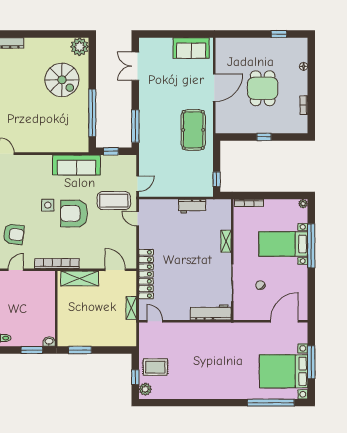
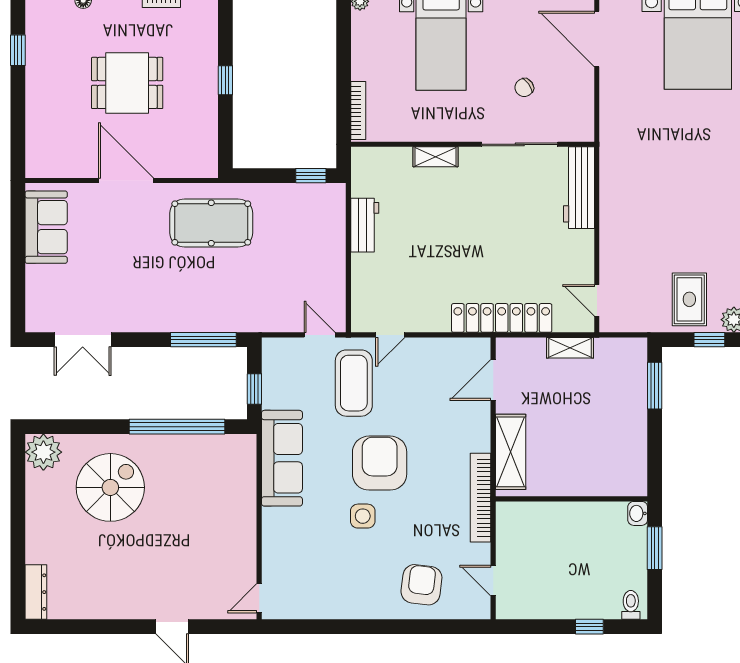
armchair: (74, 213) -> (380, 463), turned 180
door: (155, 321) -> (597, 300), hinge flipped
window: (80, 350) -> (655, 386), moved

